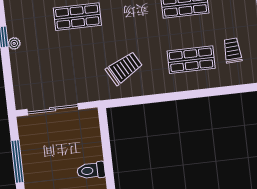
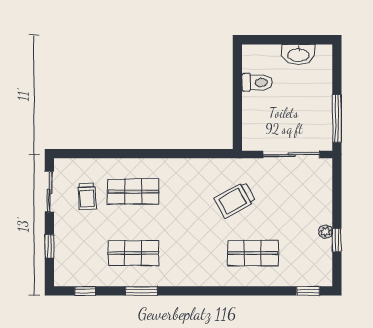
trolley: (124, 68) -> (235, 200), moved
window: (17, 162) -> (337, 119), moved

